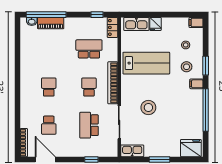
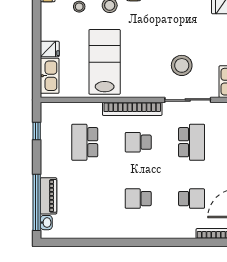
locker: (112, 27) -> (55, 109), removed
stool: (148, 108) -> (182, 65), moved
school desk: (89, 125) -> (192, 142), turned -90

